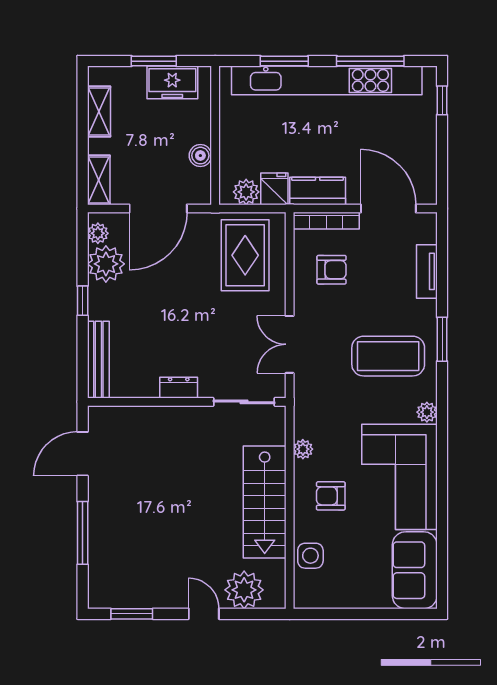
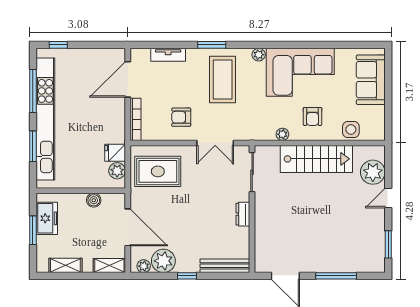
kitchen counter: (318, 191) -> (116, 125), removed
armchair: (332, 270) -> (181, 117), moved, turned -90
sofa: (415, 570) -> (371, 80), moved, turned 90

